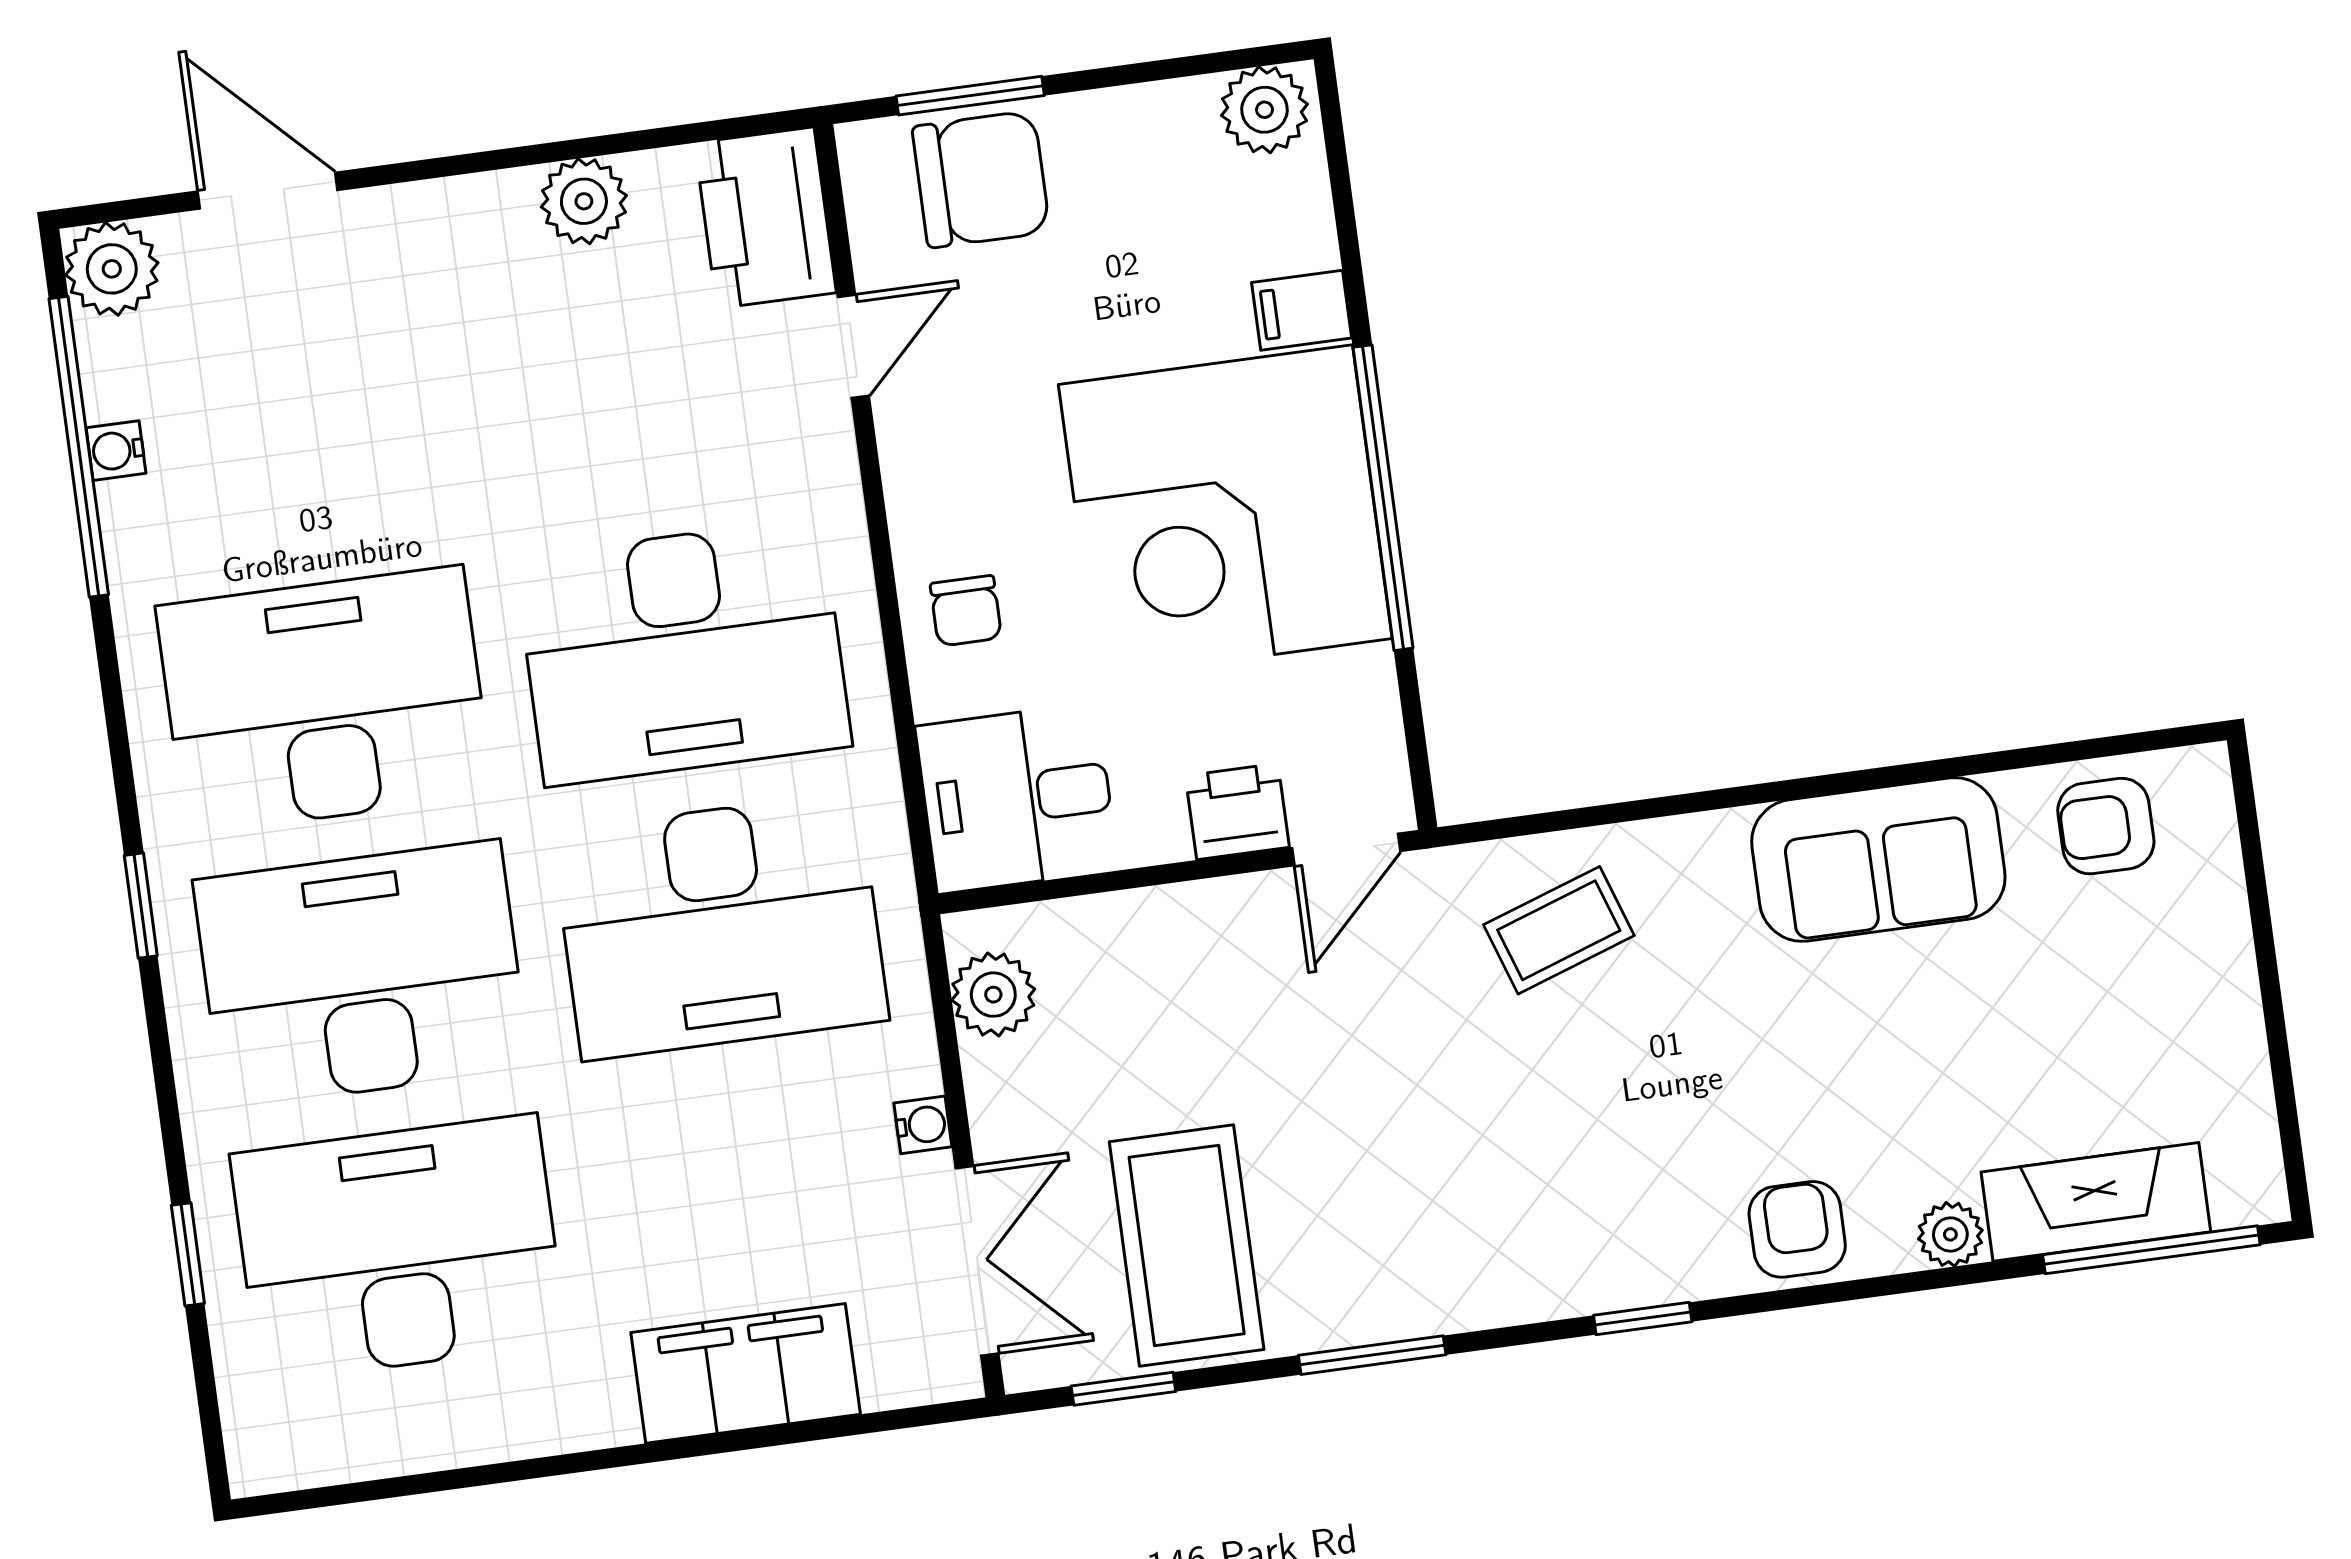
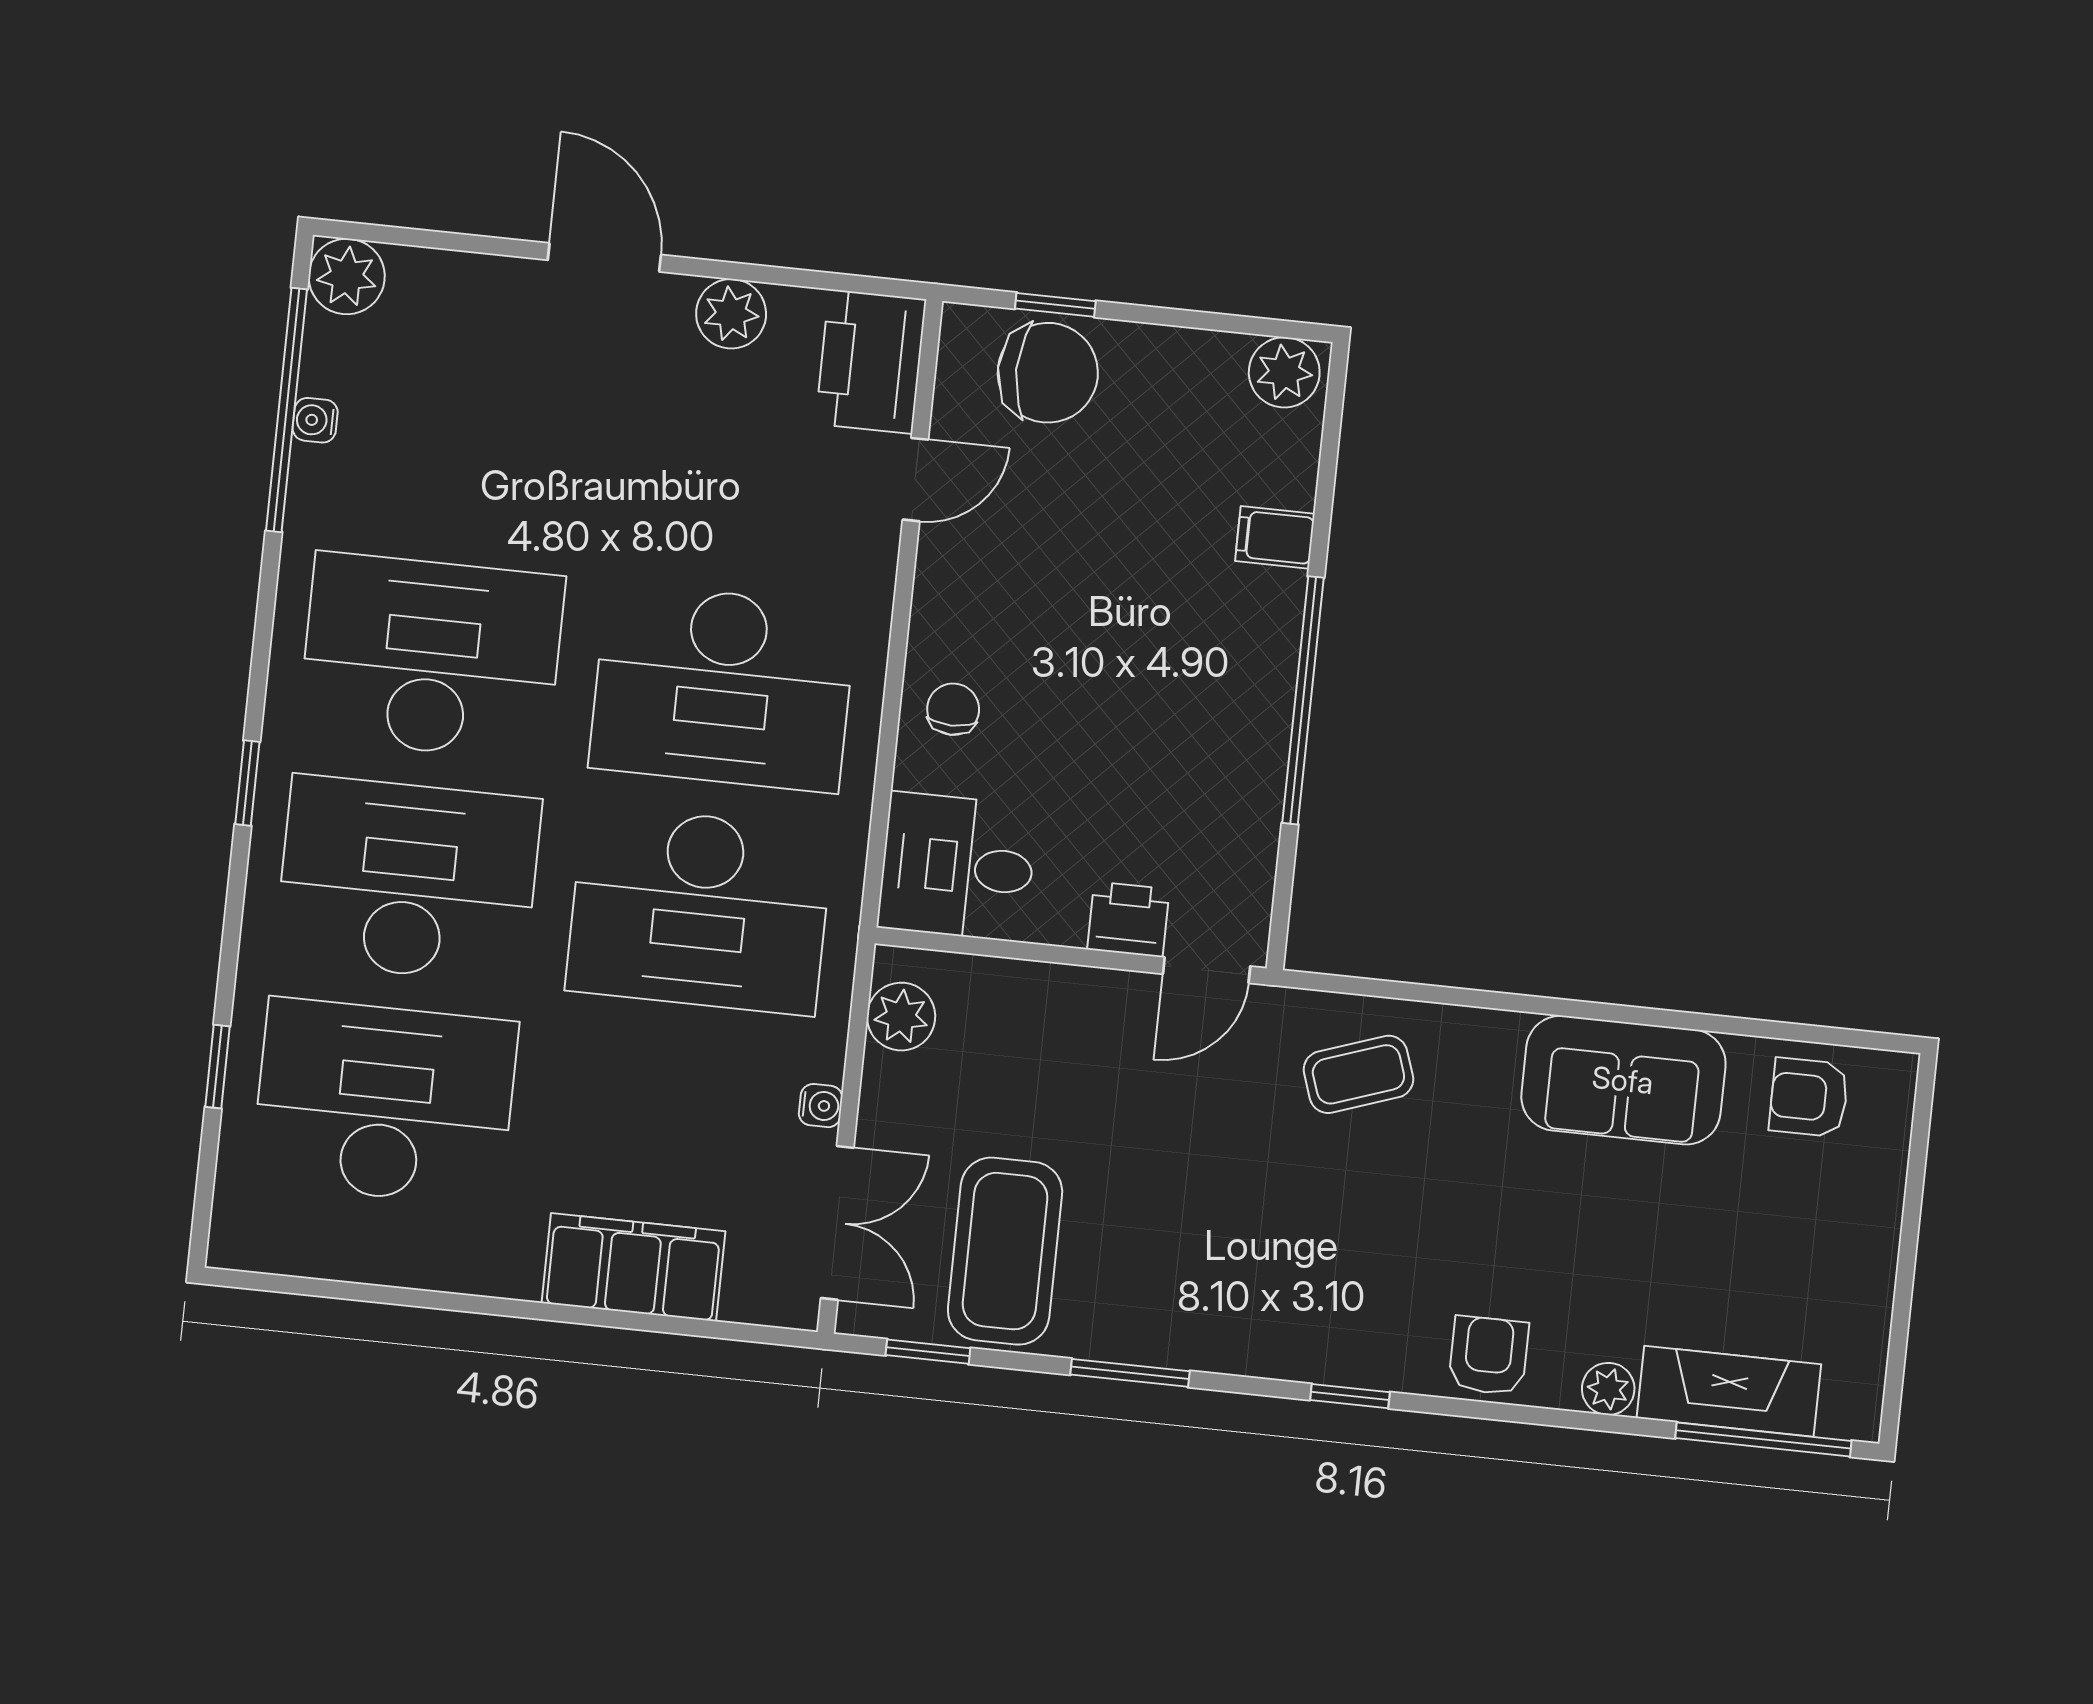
window: (970, 96) -> (1055, 305), width x0.67
door: (268, 191) -> (604, 257), moved
corner desk: (1225, 512) -> (1176, 681), removed
chair: (966, 611) -> (953, 709), turned 180

